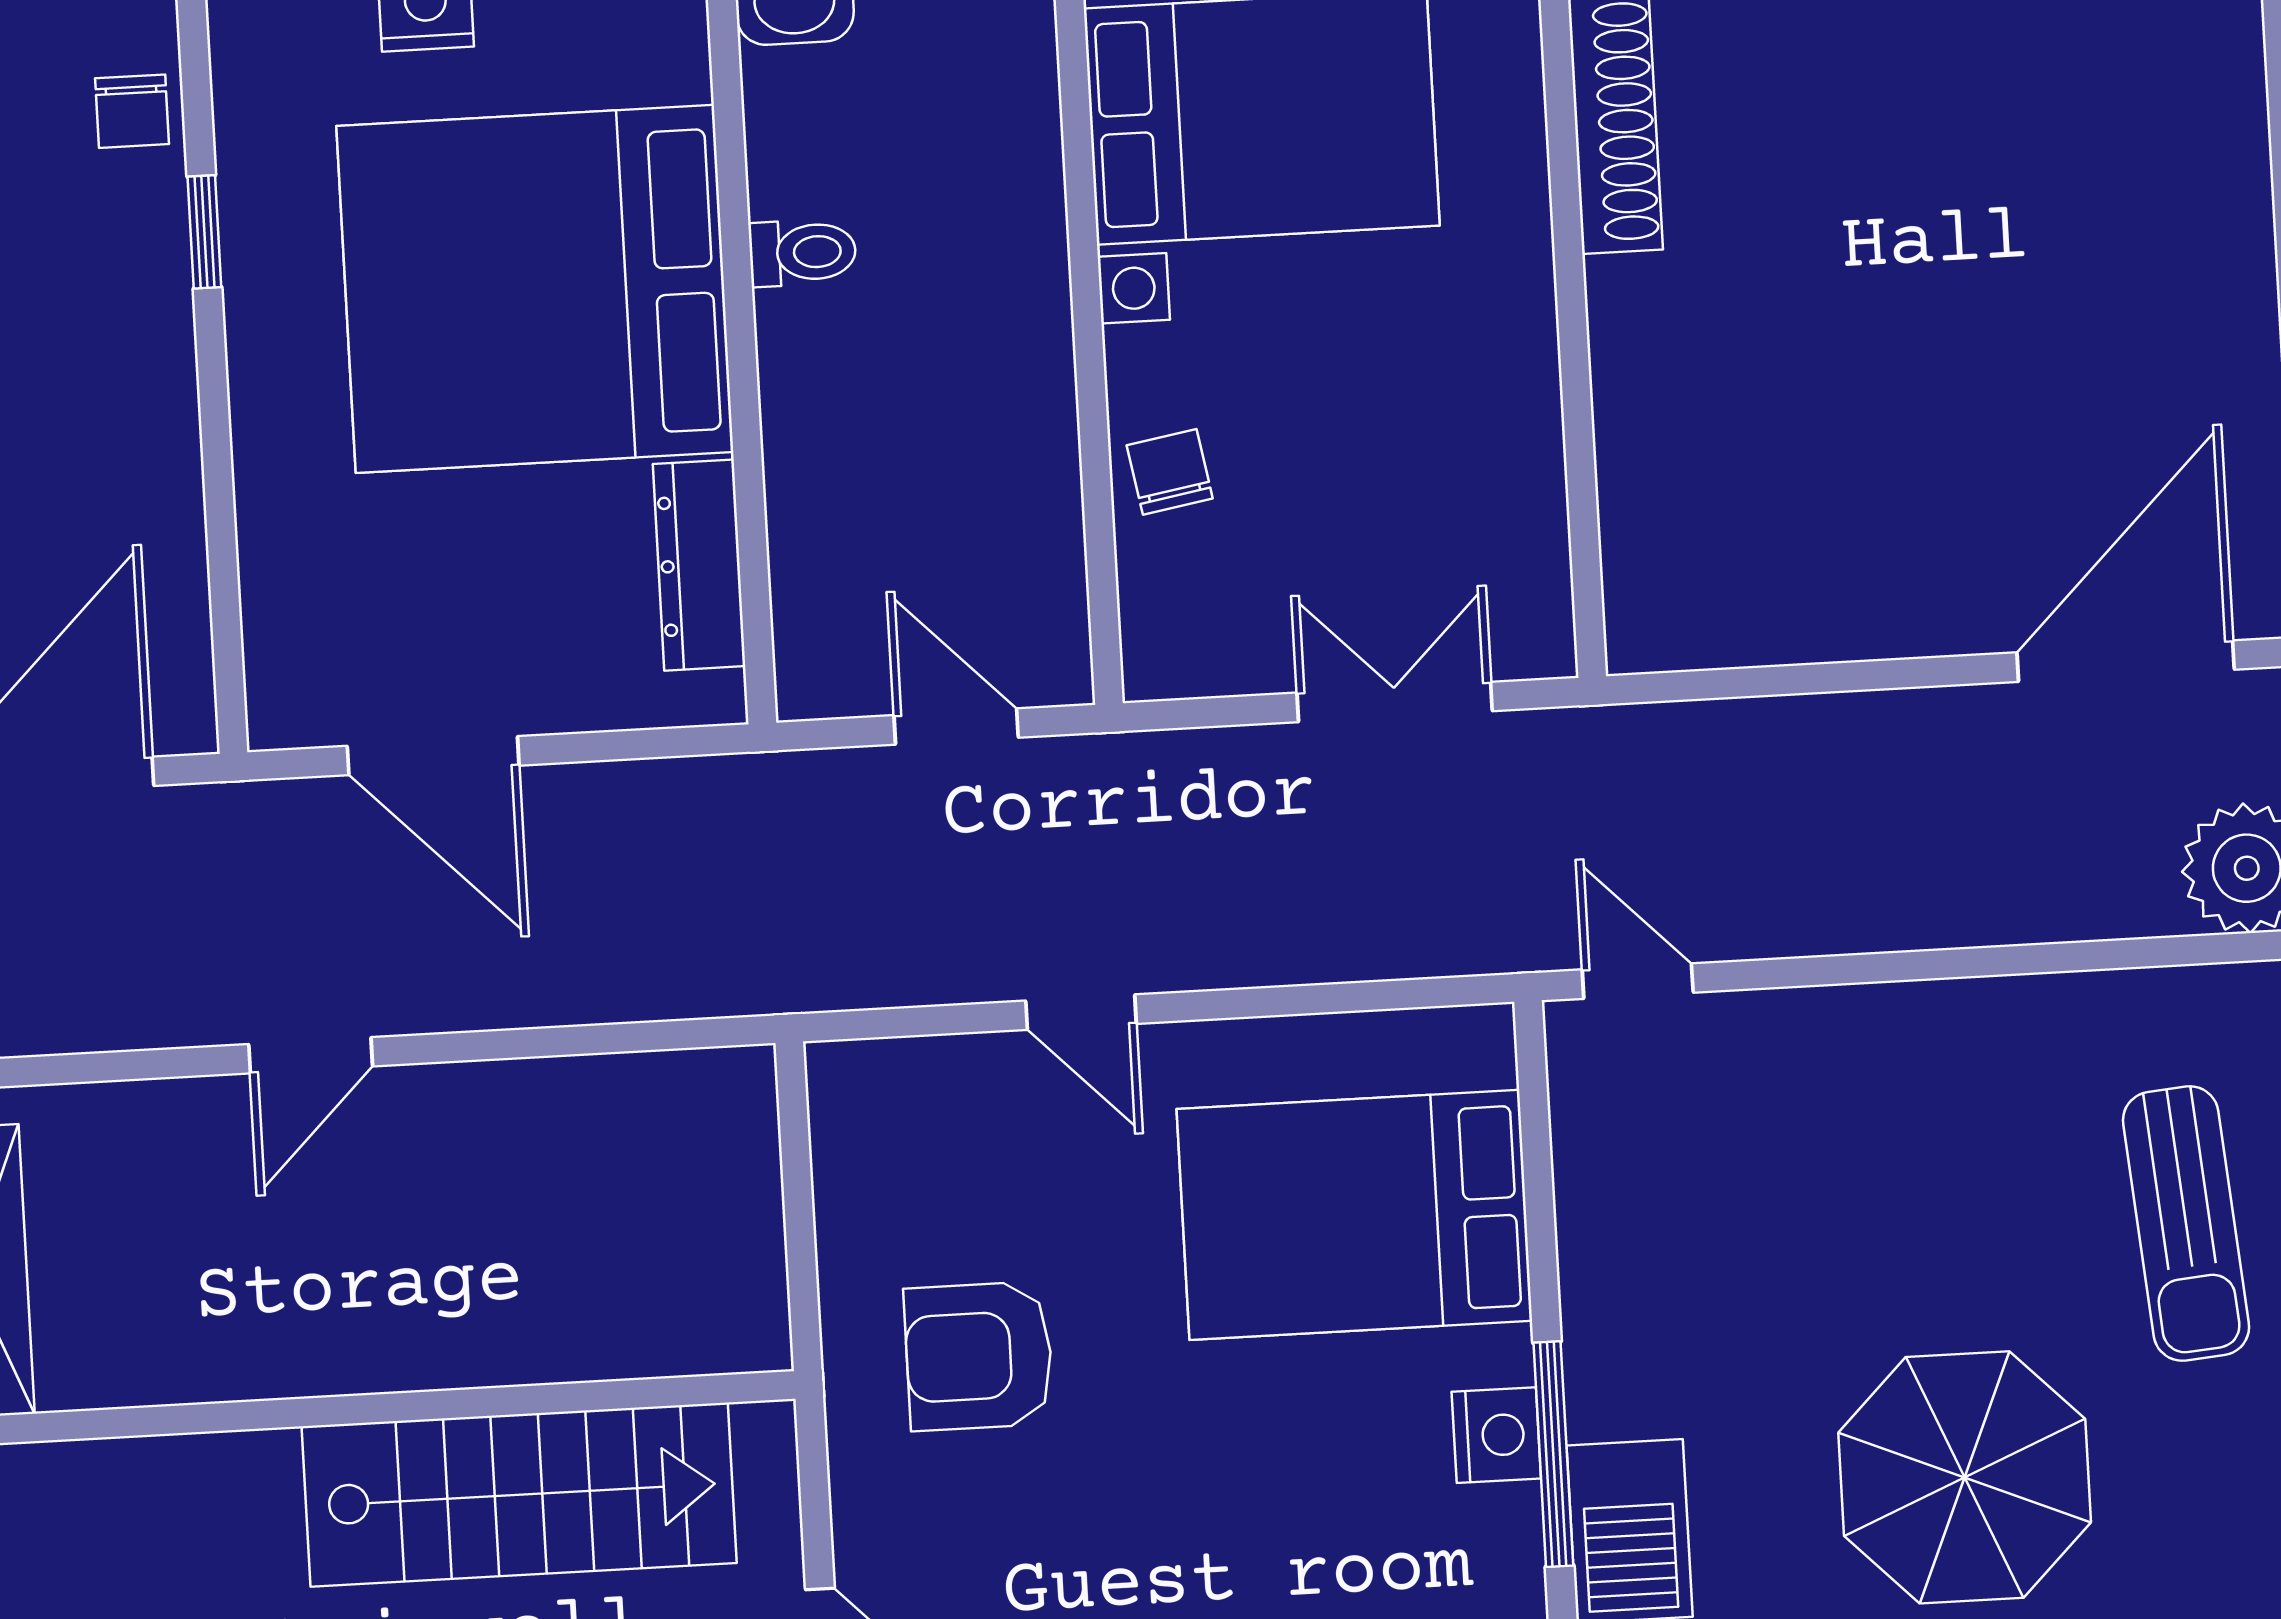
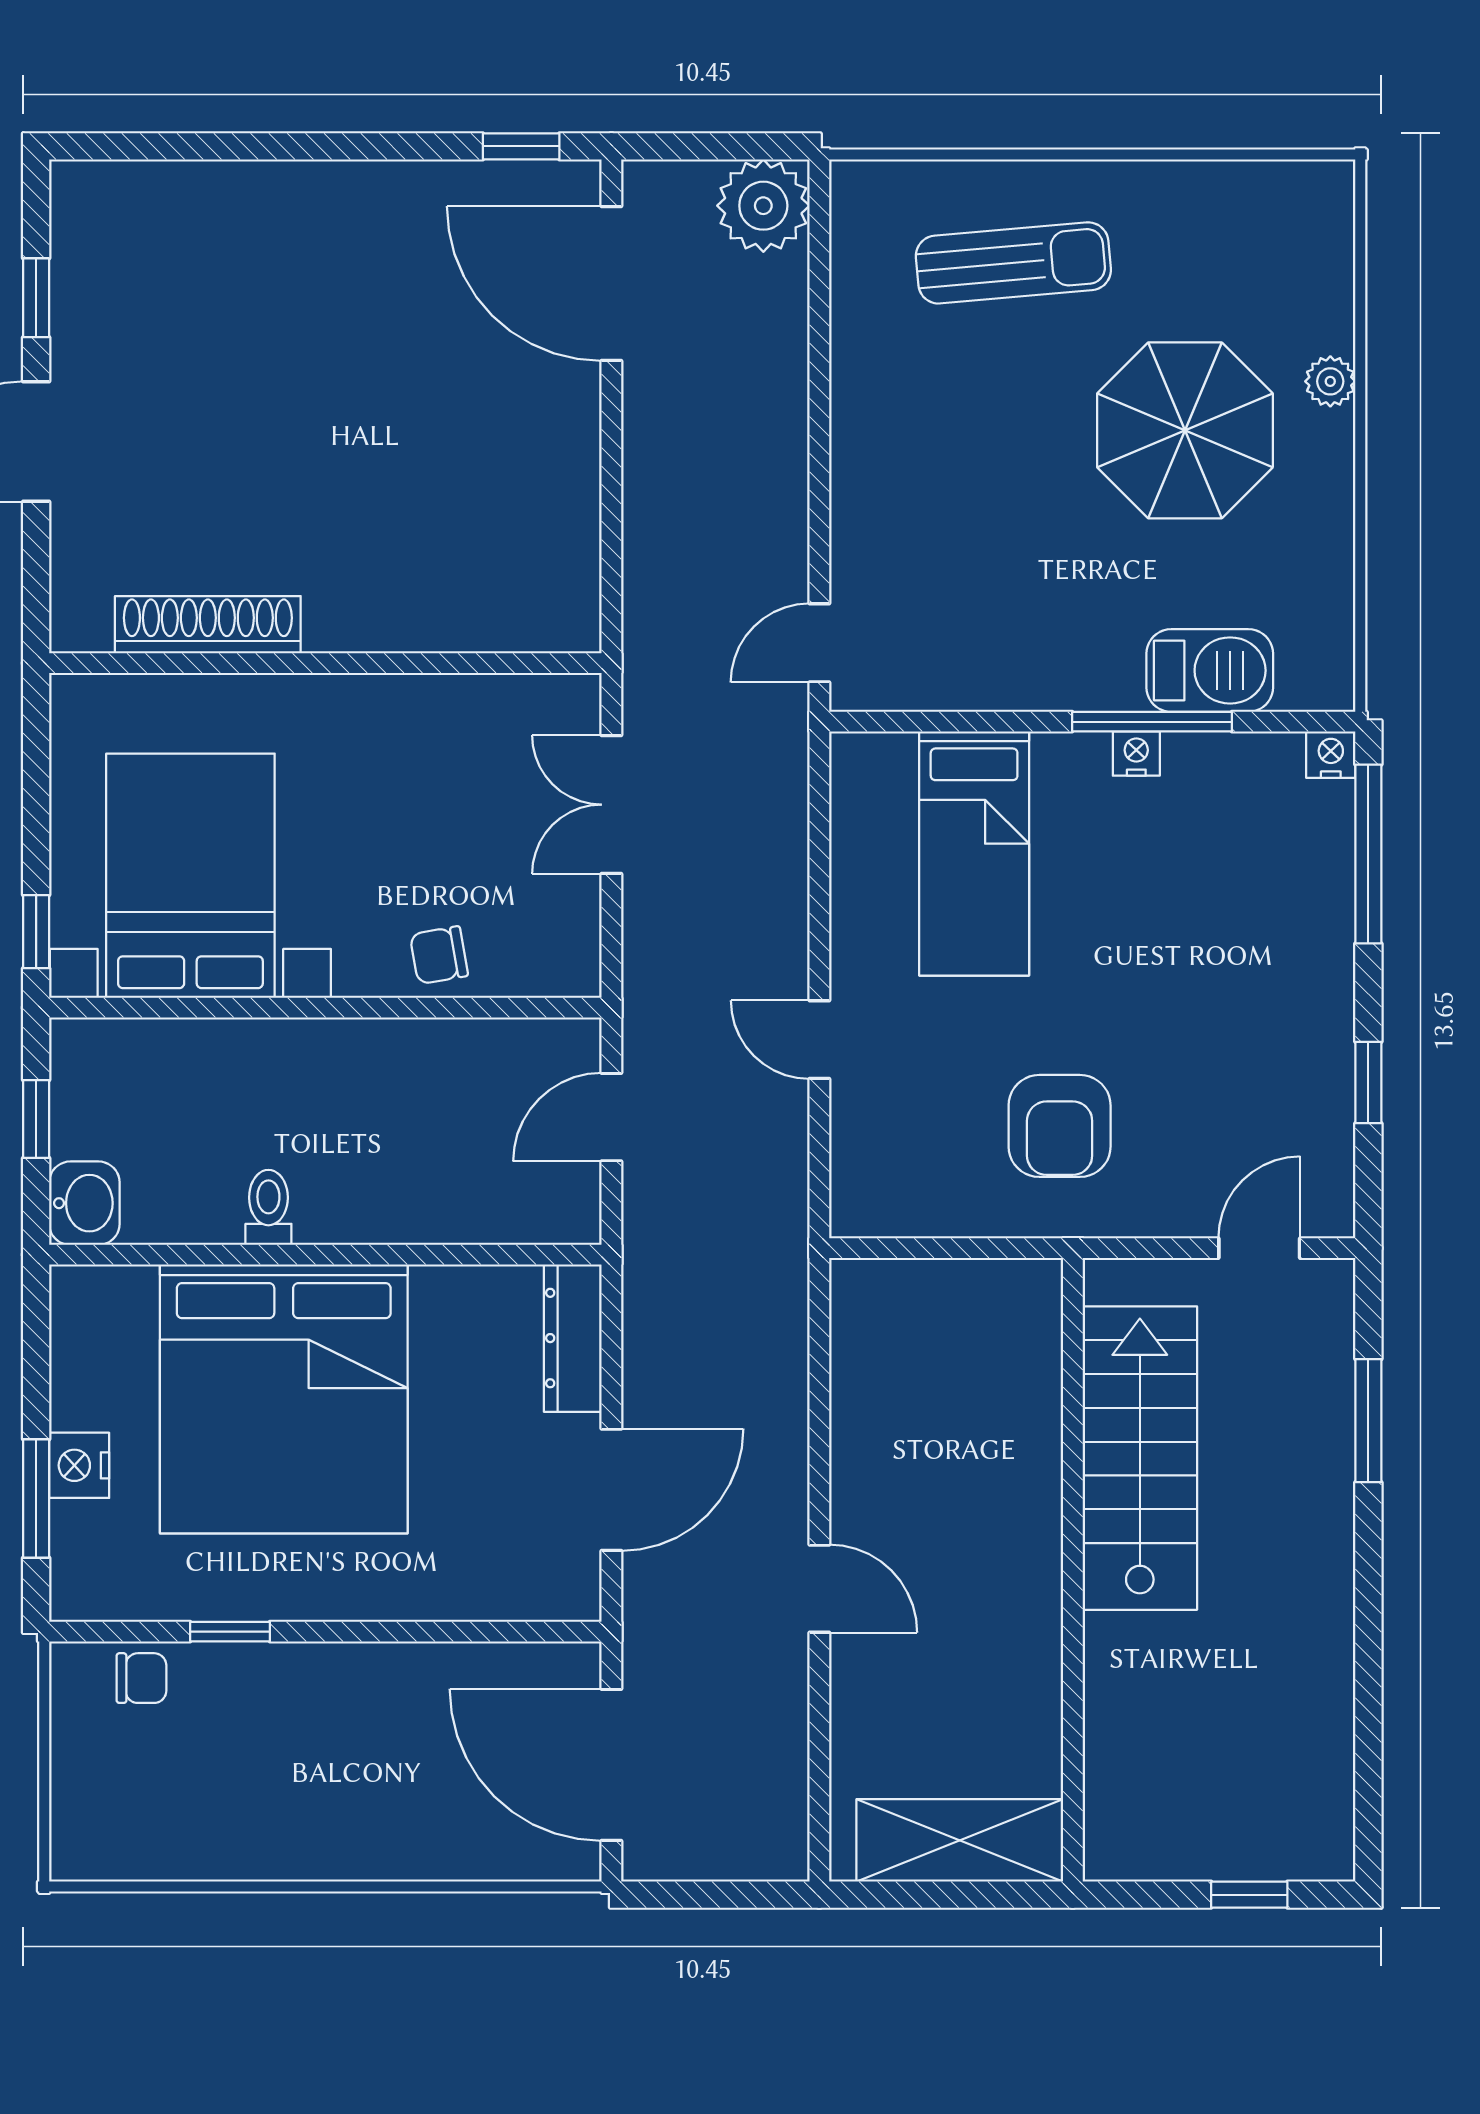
dresser: (699, 565) -> (573, 1338), moved, turned 90
door: (1081, 1012) -> (819, 1040), swing flipped
bed: (1354, 1215) -> (974, 853), width x0.67
nightstand: (1496, 1435) -> (1136, 754), width x0.72, depth x0.74

